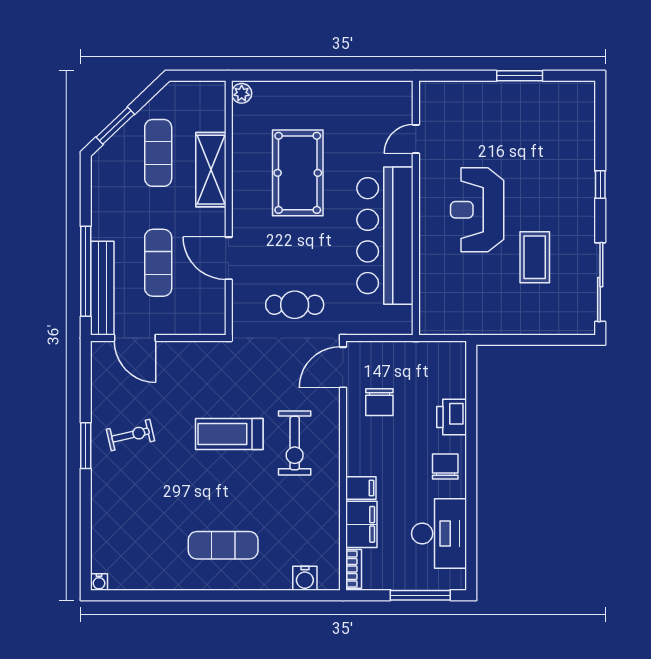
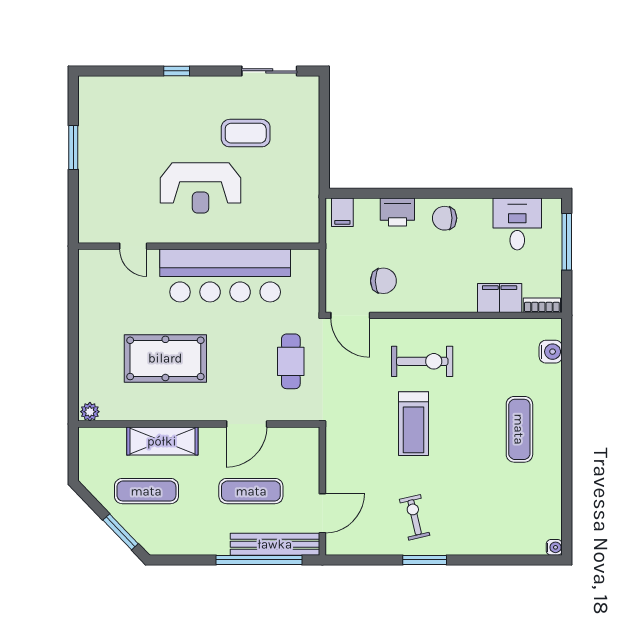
sliding door: (600, 282) -> (269, 71), width x0.73
filing cabinet: (361, 488) -> (342, 212), moved, turned 180
desk: (439, 534) -> (517, 224), width x0.73

